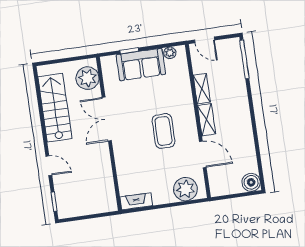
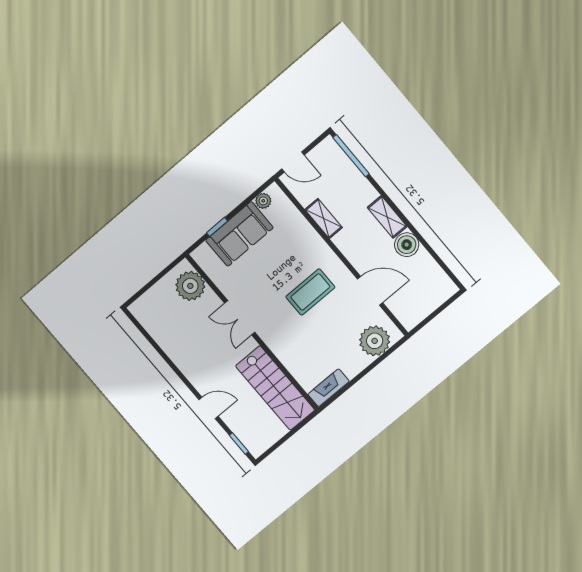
stairs: (55, 108) -> (275, 388), moved, turned 180
double door: (107, 119) -> (240, 318), width x0.73
shelving: (207, 120) -> (387, 217), moved
coffee table: (164, 131) -> (310, 292), turned 90
boiler: (251, 182) -> (407, 245), moved

